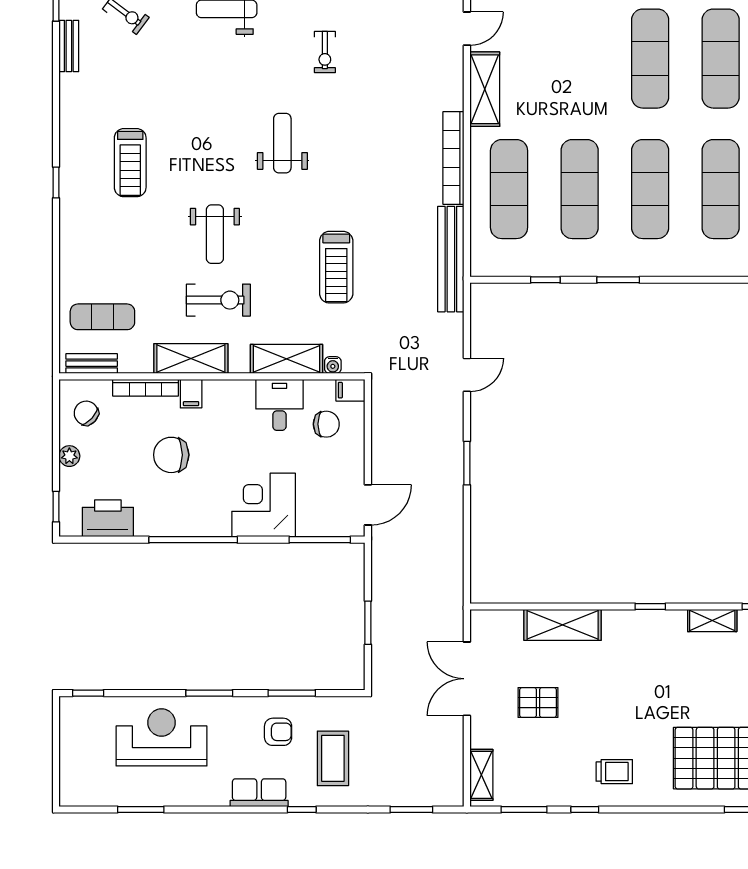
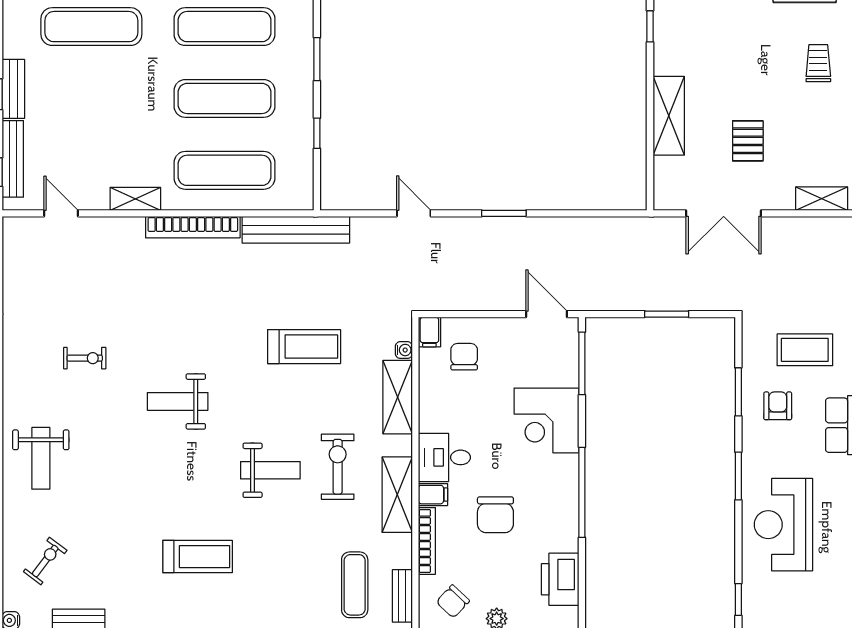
shelving: (485, 89) -> (135, 199), width x0.67, depth x0.75
desk: (279, 405) -> (444, 457), moved

